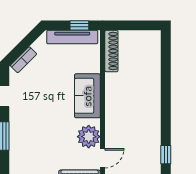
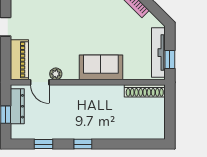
window: (166, 114) -> (83, 144), added
plant: (89, 137) -> (56, 74), width x0.53, depth x0.53

